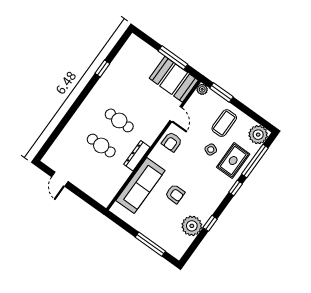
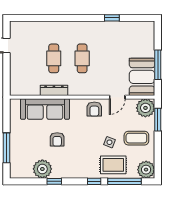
plant: (202, 89) -> (145, 108), width x1.88, depth x1.88
armchair: (172, 142) -> (94, 109), turned -90
dresser: (137, 156) -> (54, 90), moved

